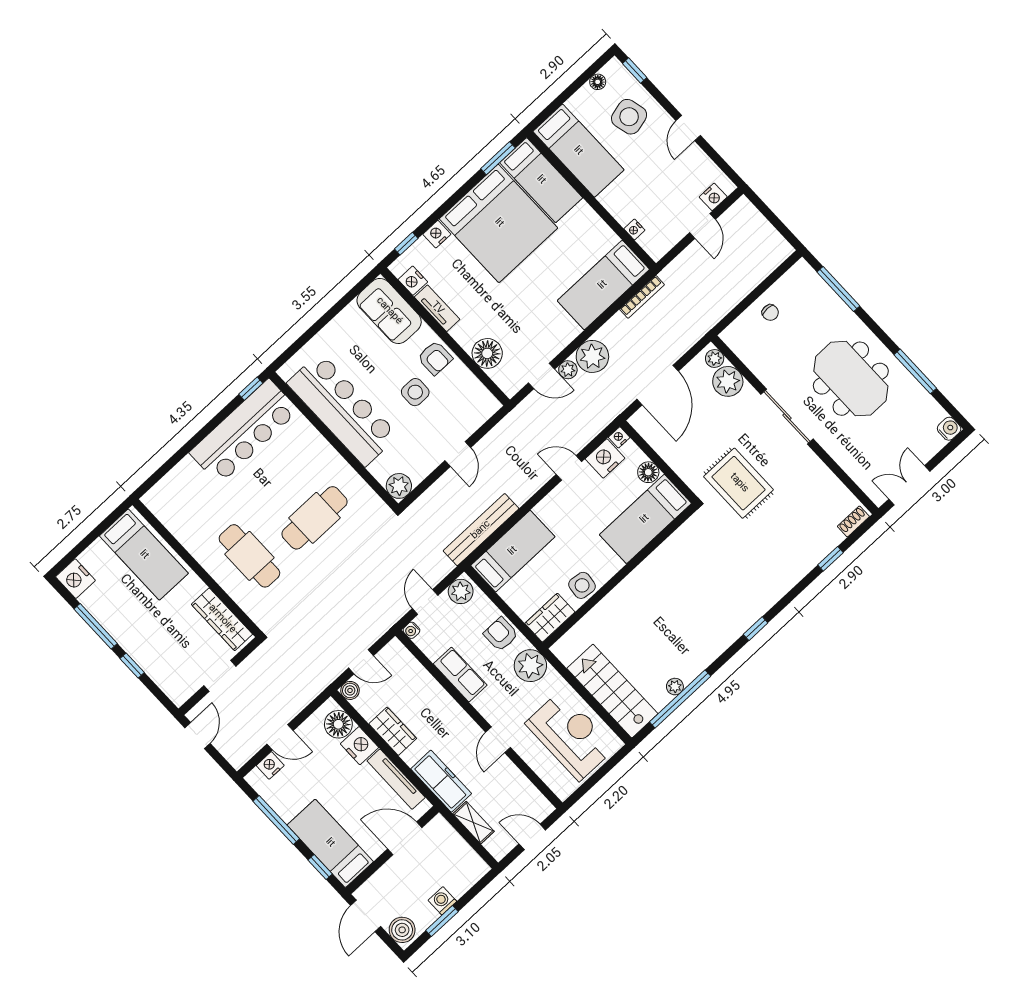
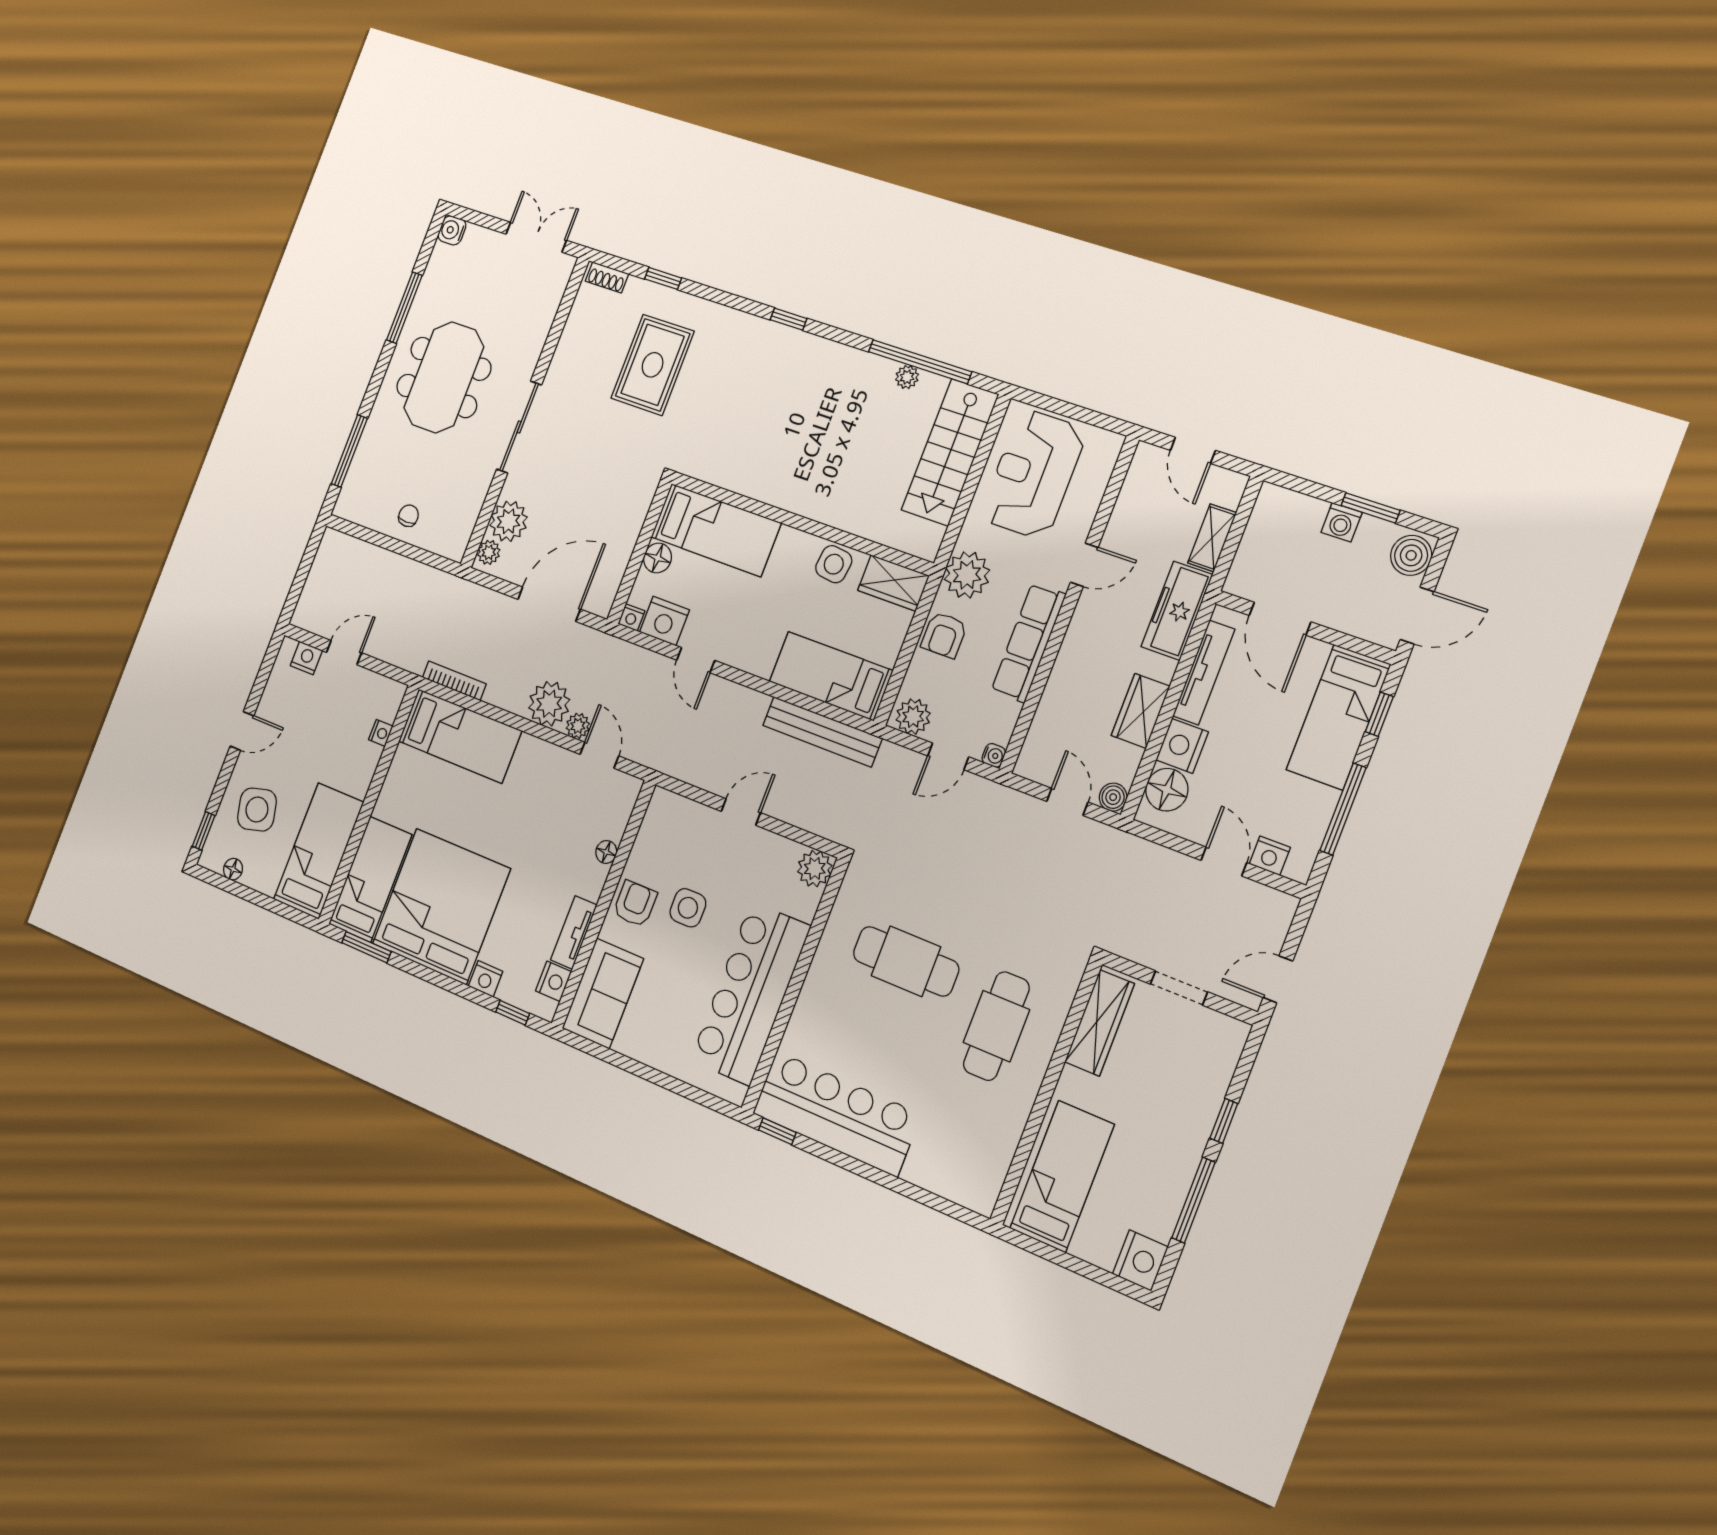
floor lamp: (487, 353) -> (606, 852), width x0.53, depth x0.53
rug: (739, 483) -> (653, 365), moved
double door: (909, 485) -> (536, 237), swing flipped
row of seats: (460, 675) -> (1028, 643), width x1.48

